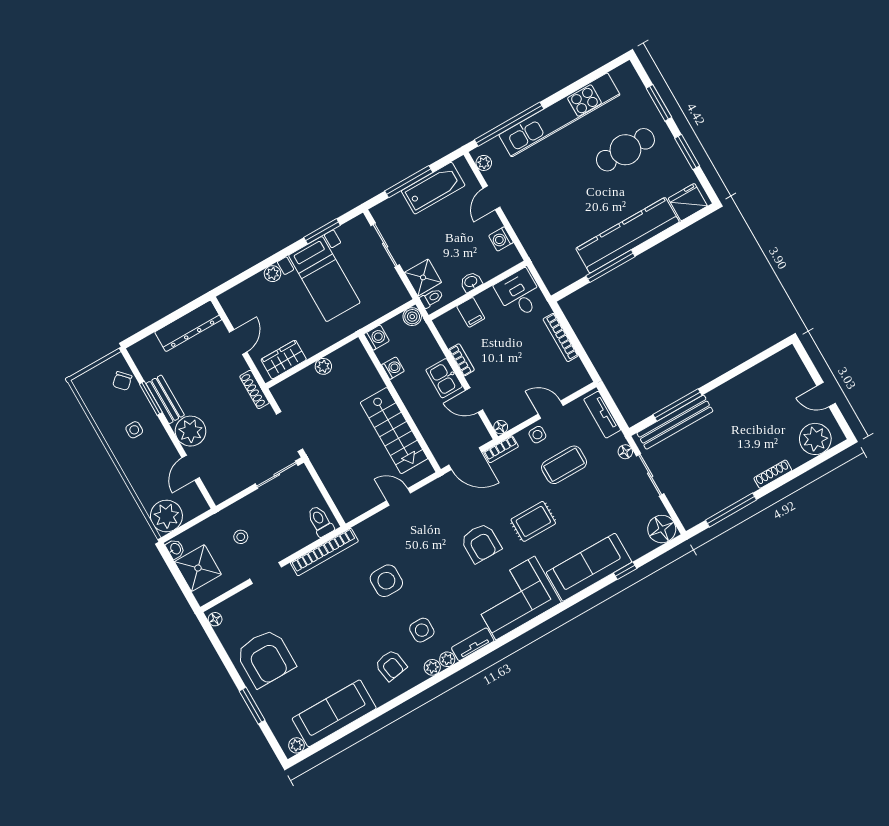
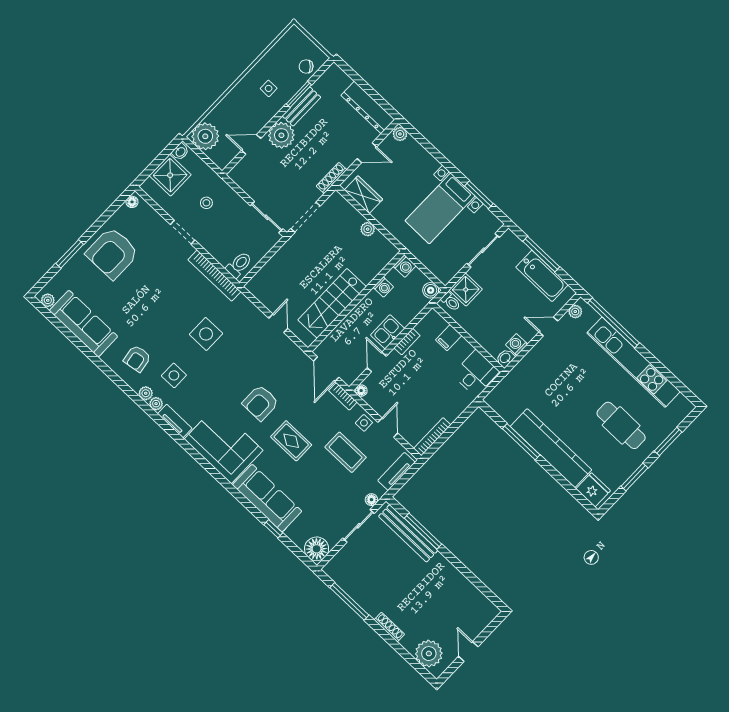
plant: (273, 274) -> (400, 134), moved
washbasin: (471, 282) -> (505, 358), moved, turned -90
bookcase: (561, 337) -> (432, 437), moved

